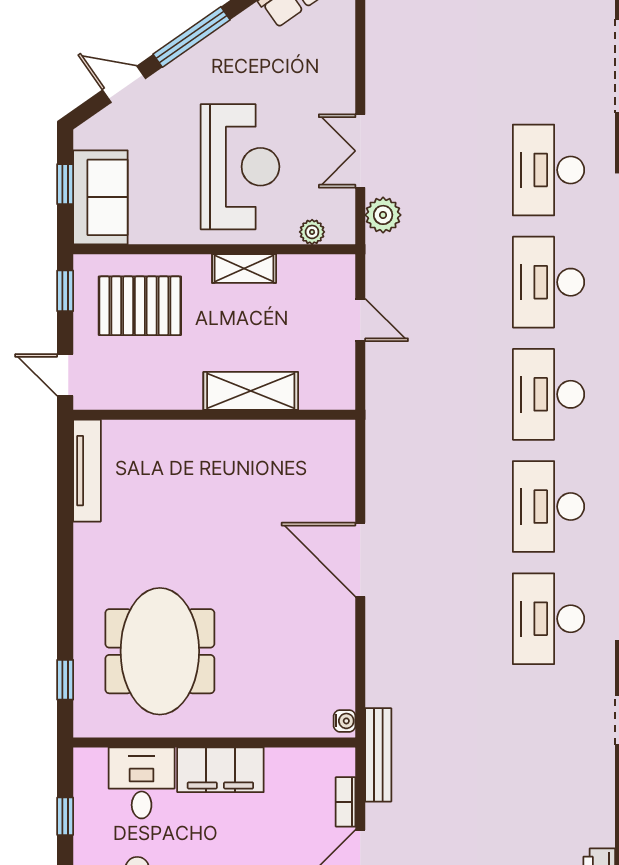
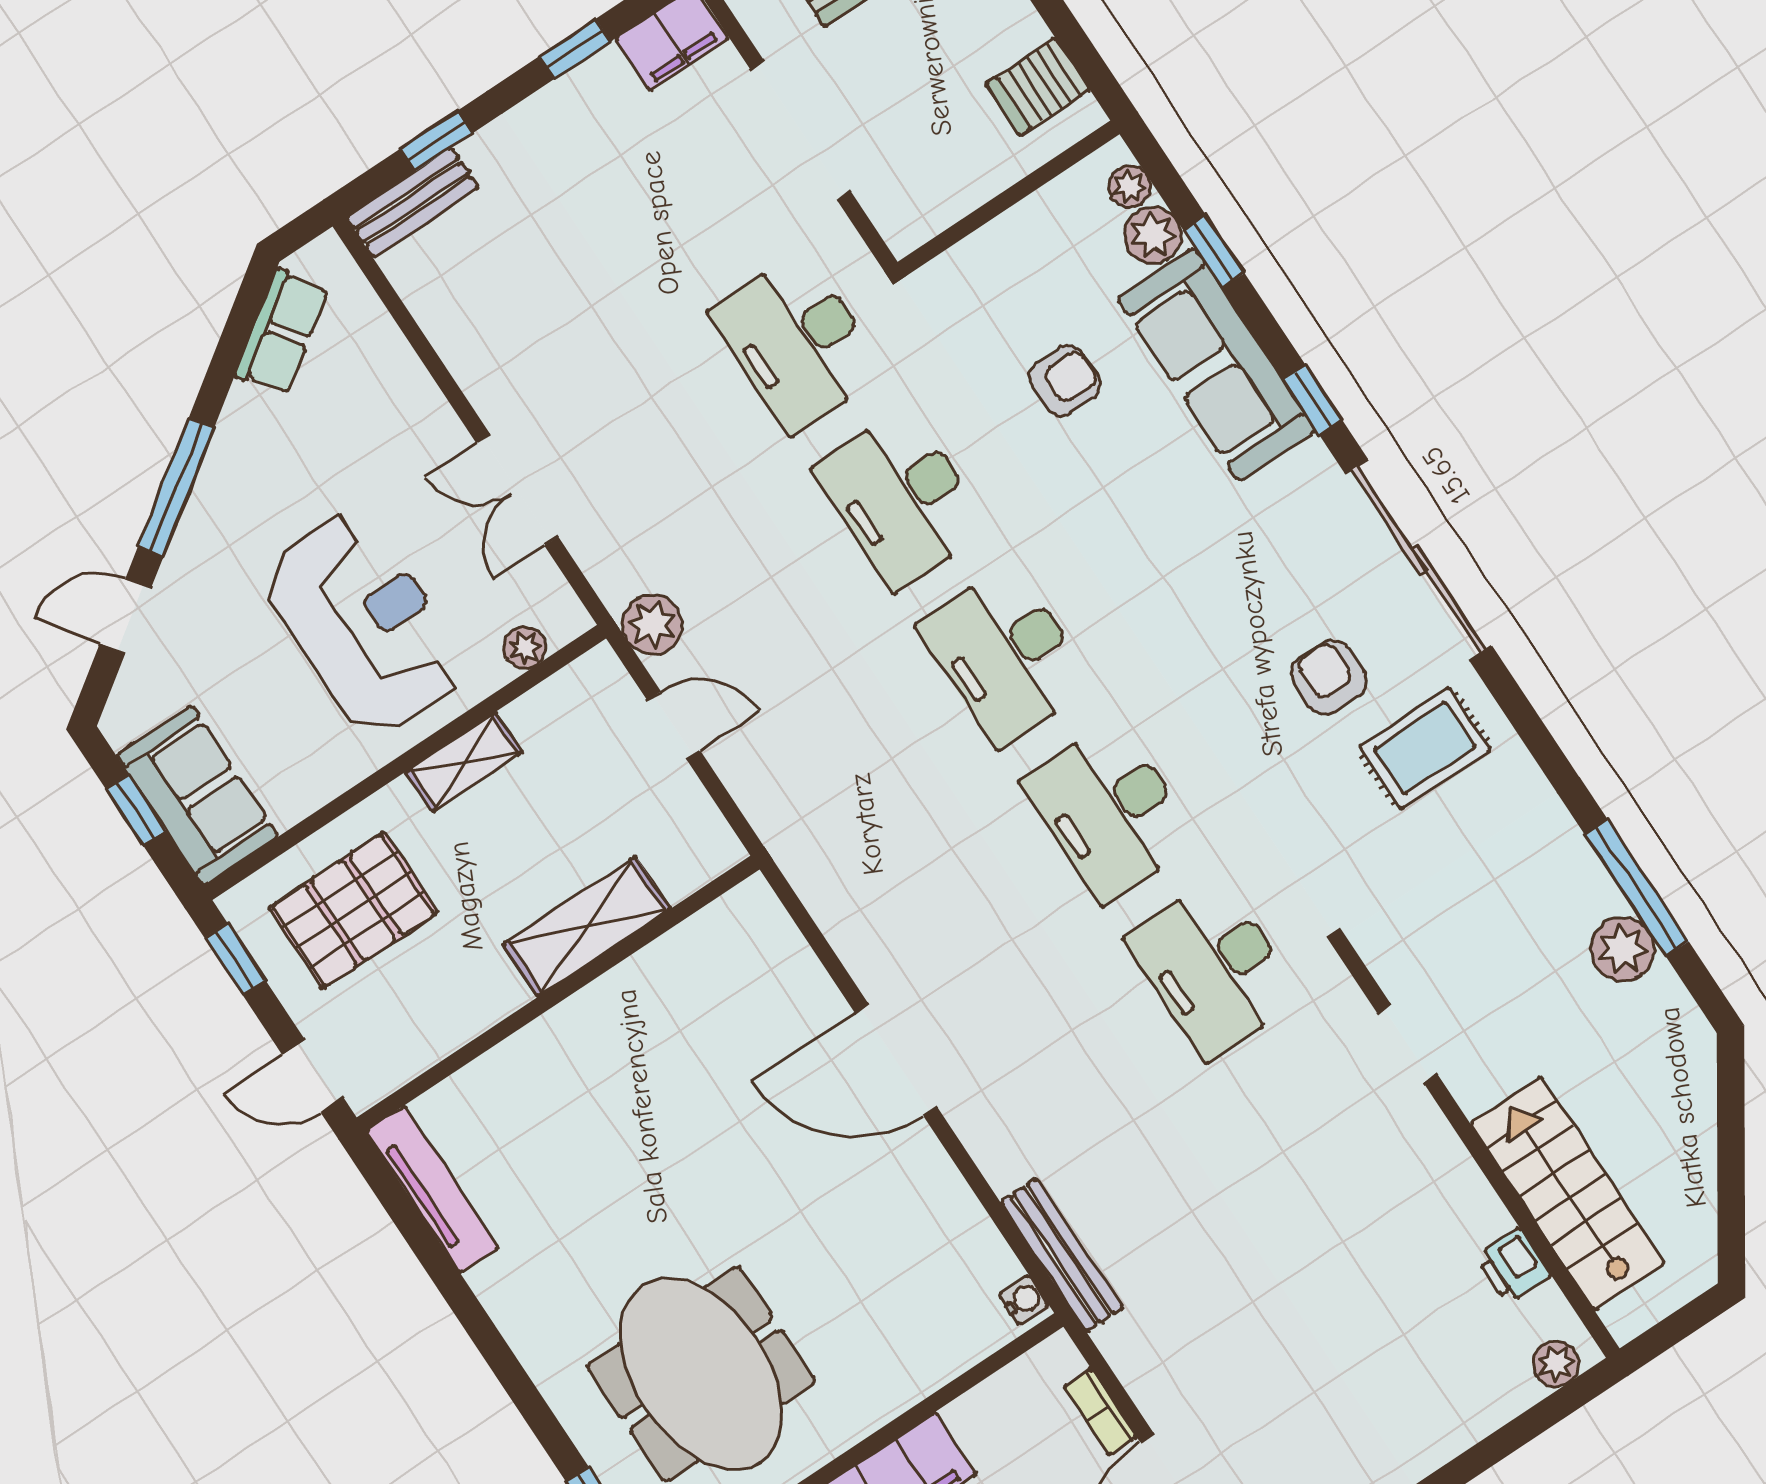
plant: (383, 215) -> (652, 625), moved
bench: (378, 755) -> (1062, 1255), moved

